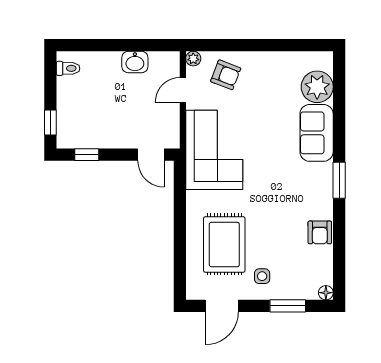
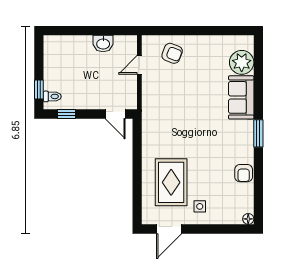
plant: (193, 59) -> (147, 41), removed
toilet: (68, 68) -> (52, 96), moved
corner sofa: (214, 150) -> (163, 110), removed
window: (288, 306) -> (219, 229), removed

